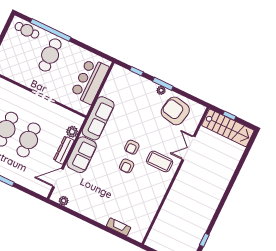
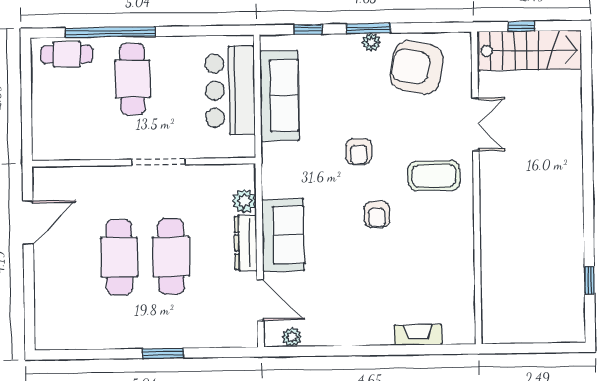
sofa: (98, 118) -> (279, 96), moved
armchair: (132, 147) -> (359, 151), moved
double door: (188, 148) -> (475, 124), swing flipped
door: (58, 178) -> (260, 300), swing flipped

